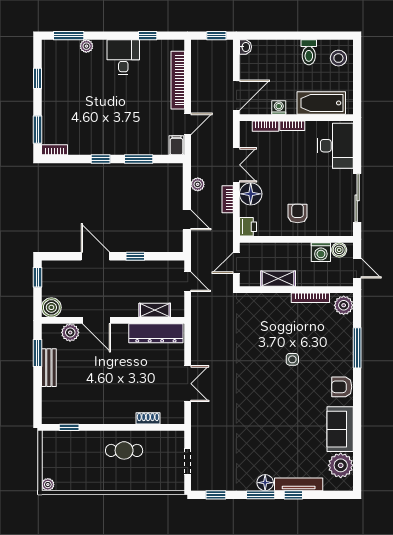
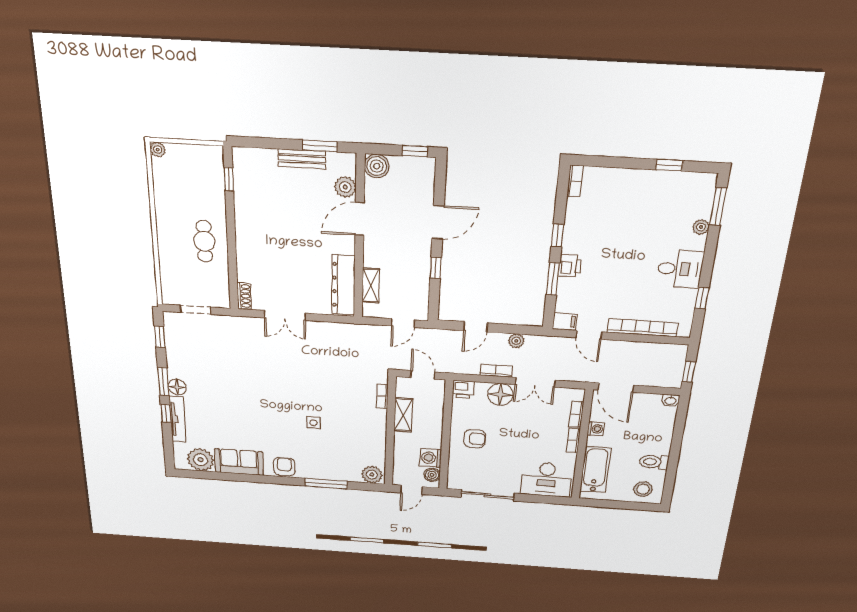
window: (38, 130) -> (603, 162), removed
printer: (126, 146) -> (570, 266), added
bookcase: (310, 298) -> (382, 396), moved, width x0.64
shoe rack: (148, 418) -> (244, 296), moved

